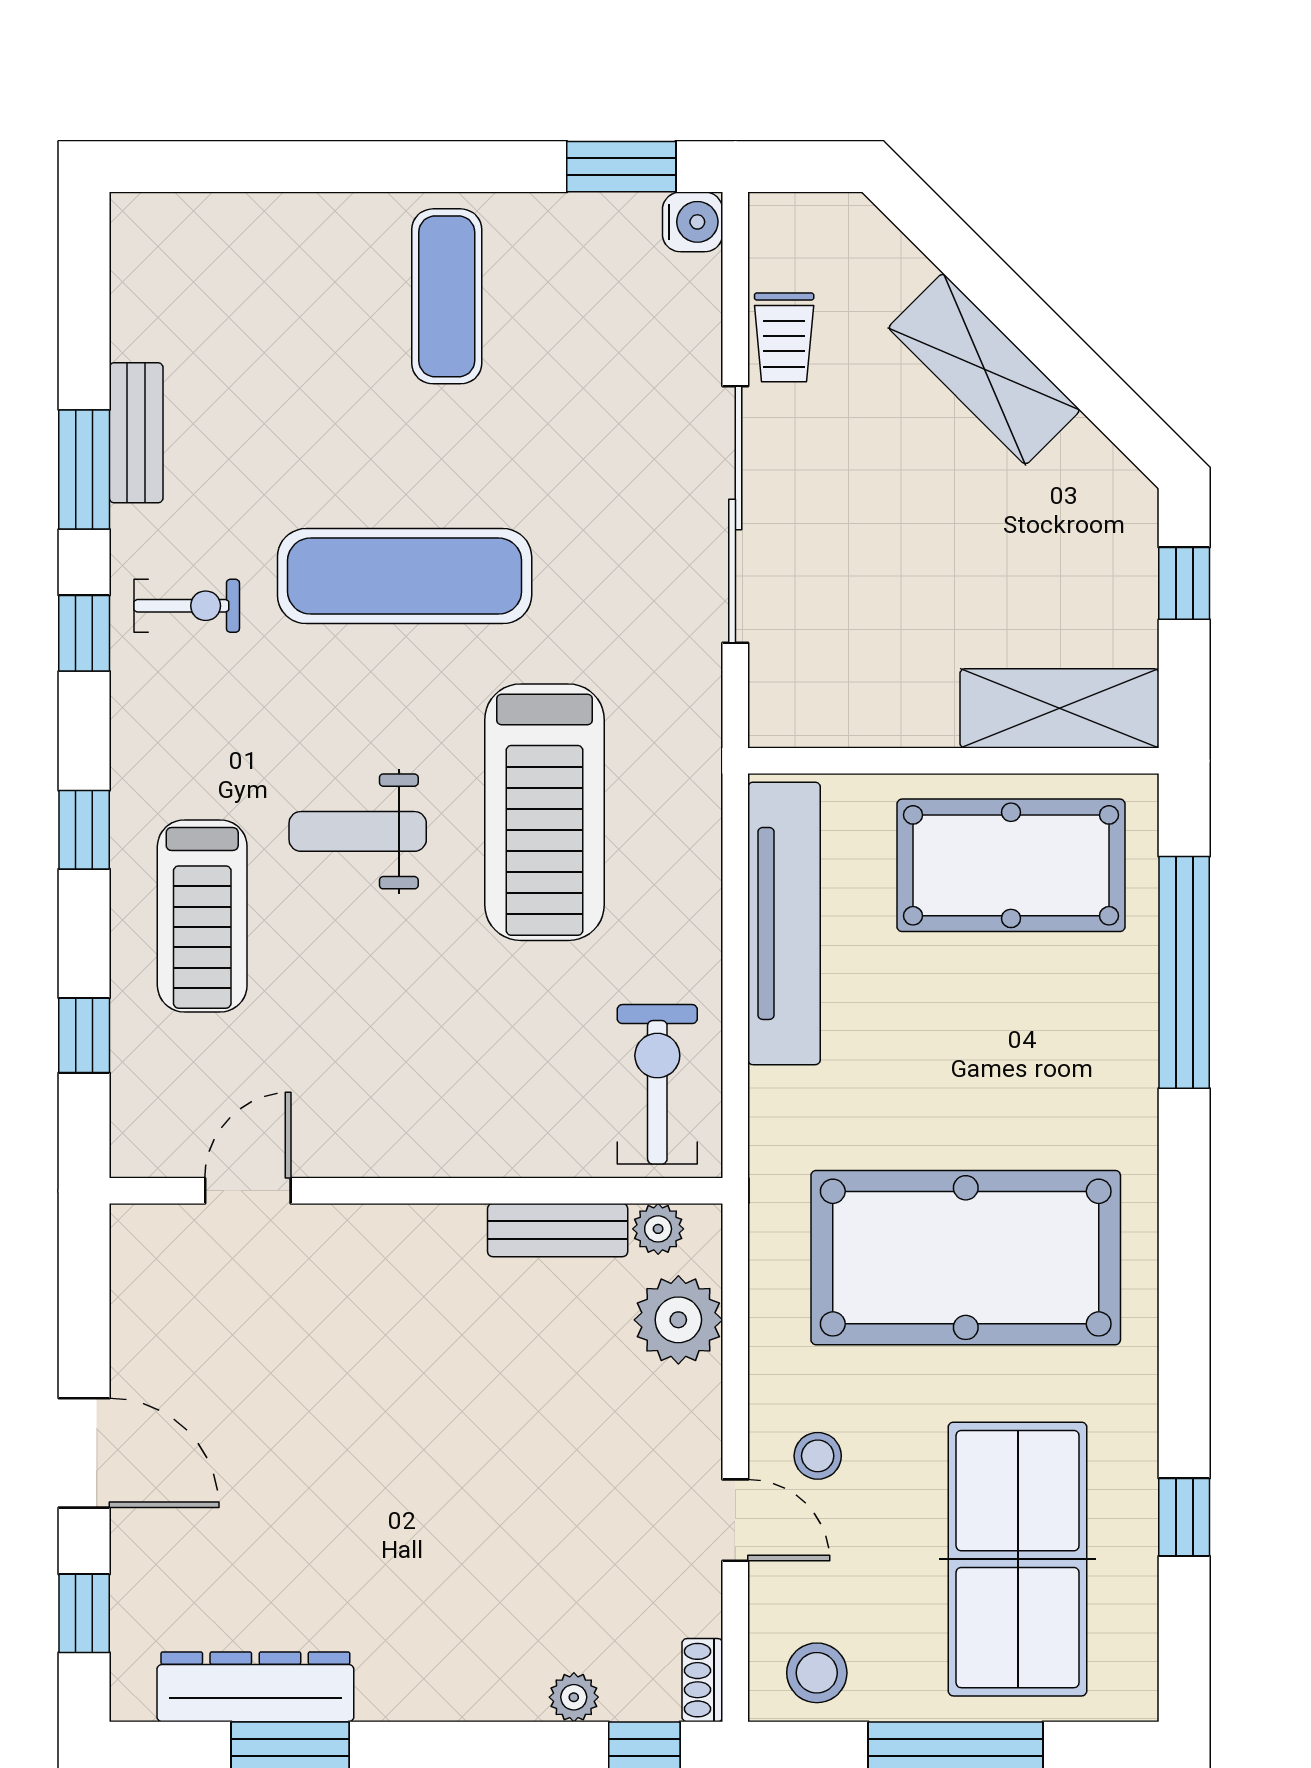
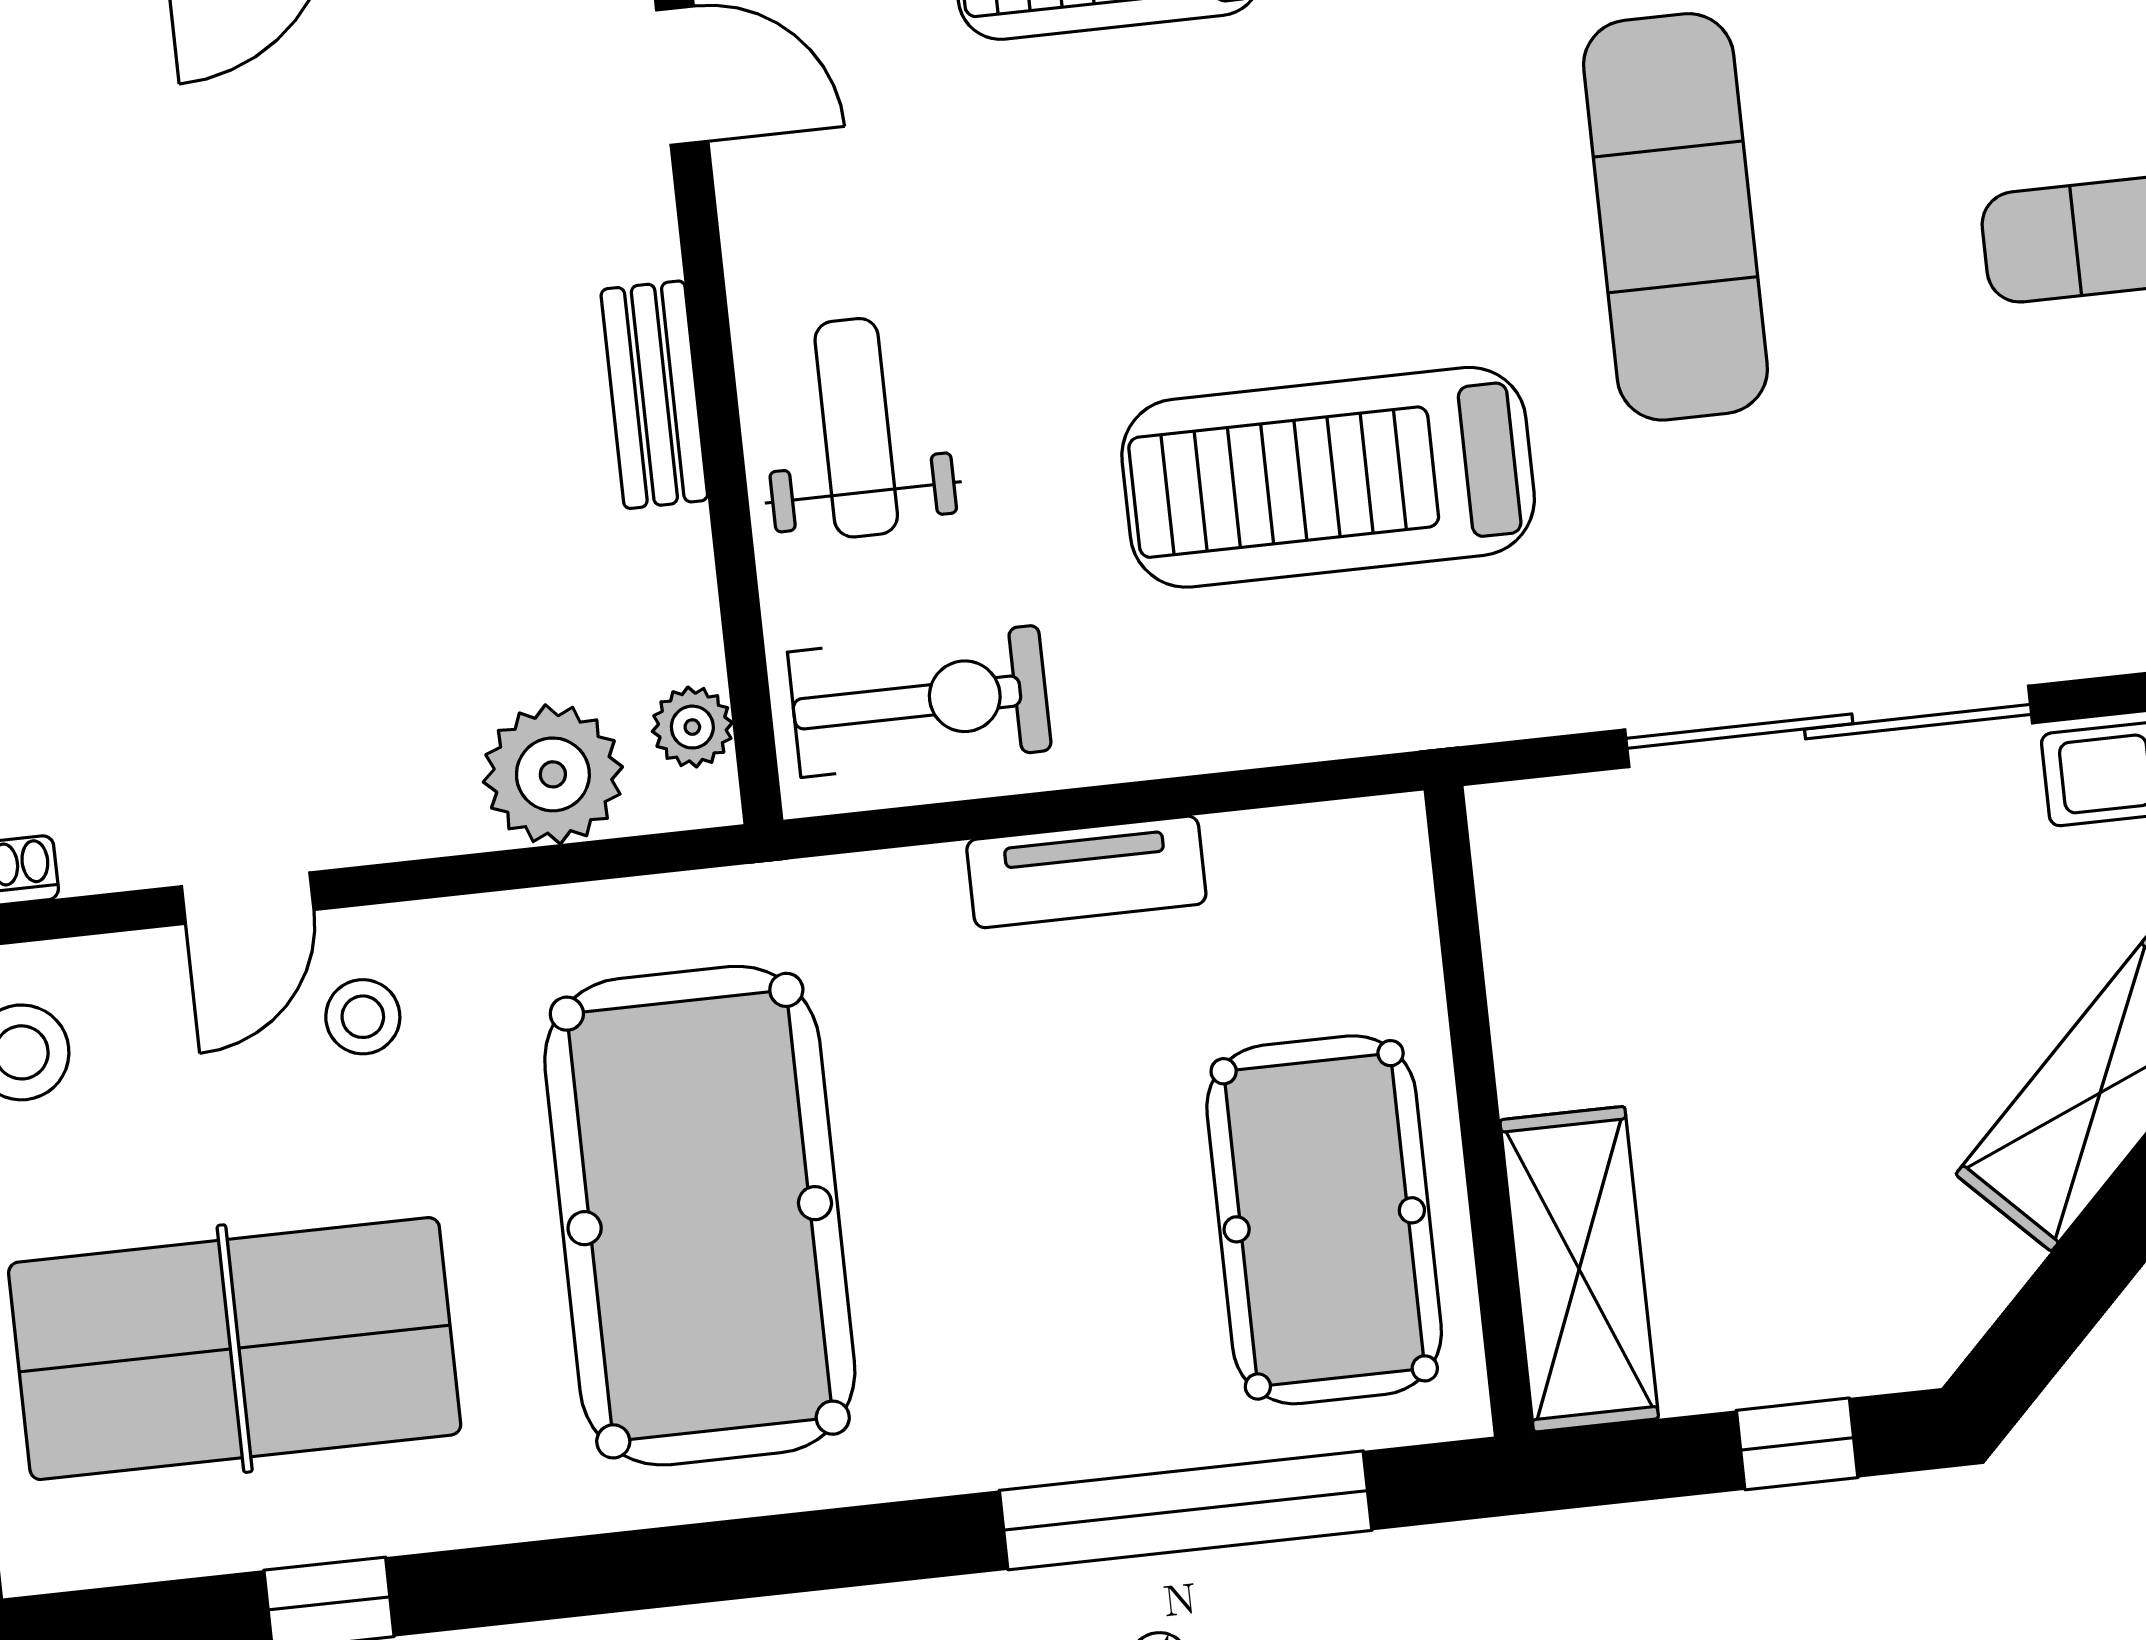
weight bench: (358, 831) -> (856, 428), moved
tv unit: (784, 923) -> (1086, 872), width x0.52, depth x0.78
bench: (558, 1230) -> (654, 395), moved

